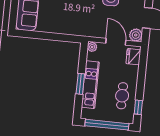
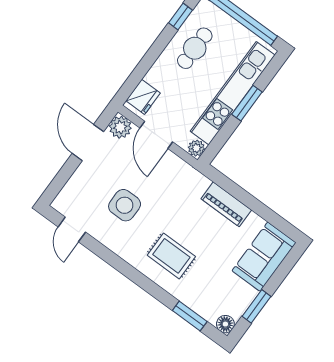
piano: (61, 28) -> (226, 204), added
kitchen unit: (90, 85) -> (233, 93), width x1.36

